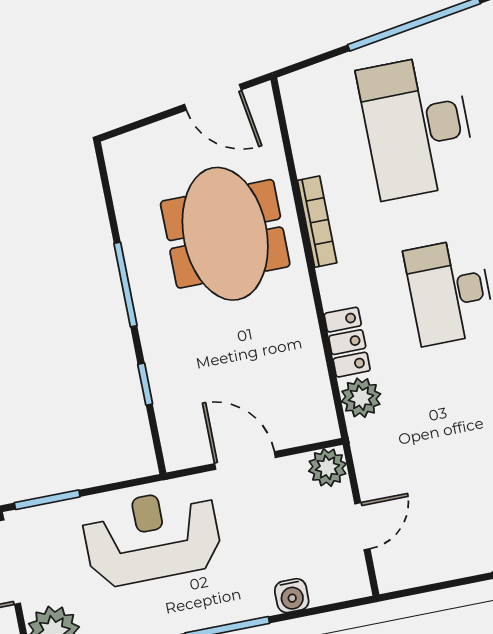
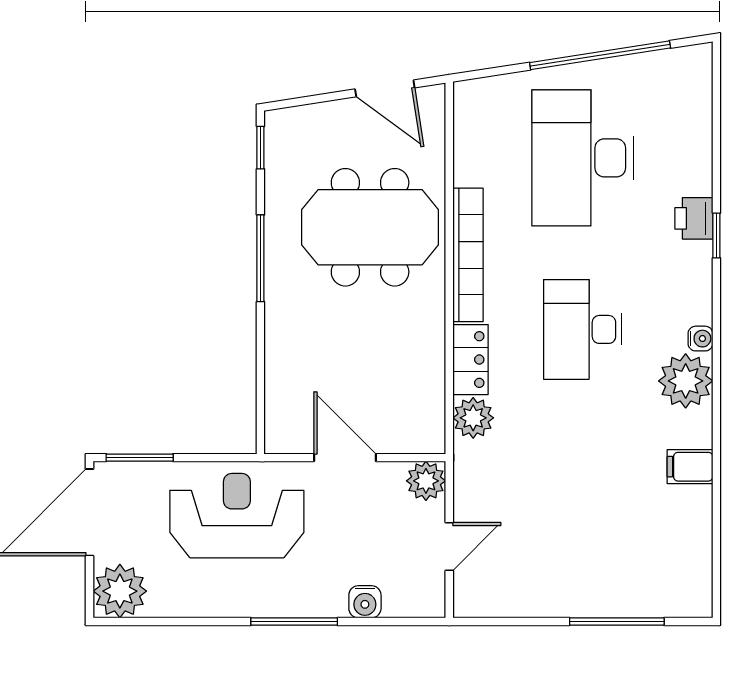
bookcase: (317, 222) -> (468, 255), width x1.48, depth x1.31
meeting table: (225, 234) -> (370, 227), turned 90
window: (145, 384) -> (260, 148), moved

